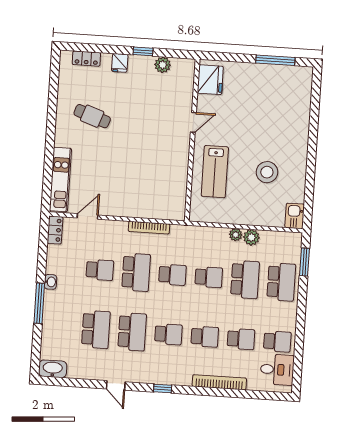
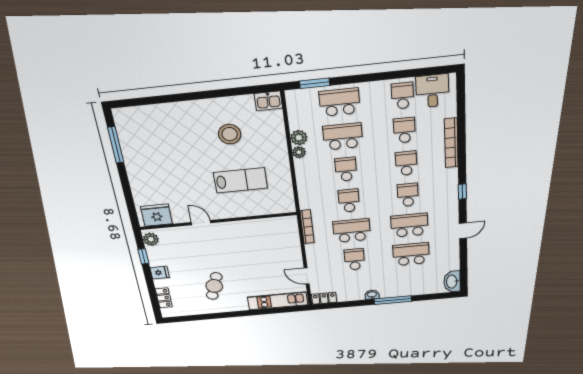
fridge: (210, 80) -> (156, 215), moved
door: (193, 122) -> (201, 223), moved
wall: (192, 140) -> (218, 221), moved

